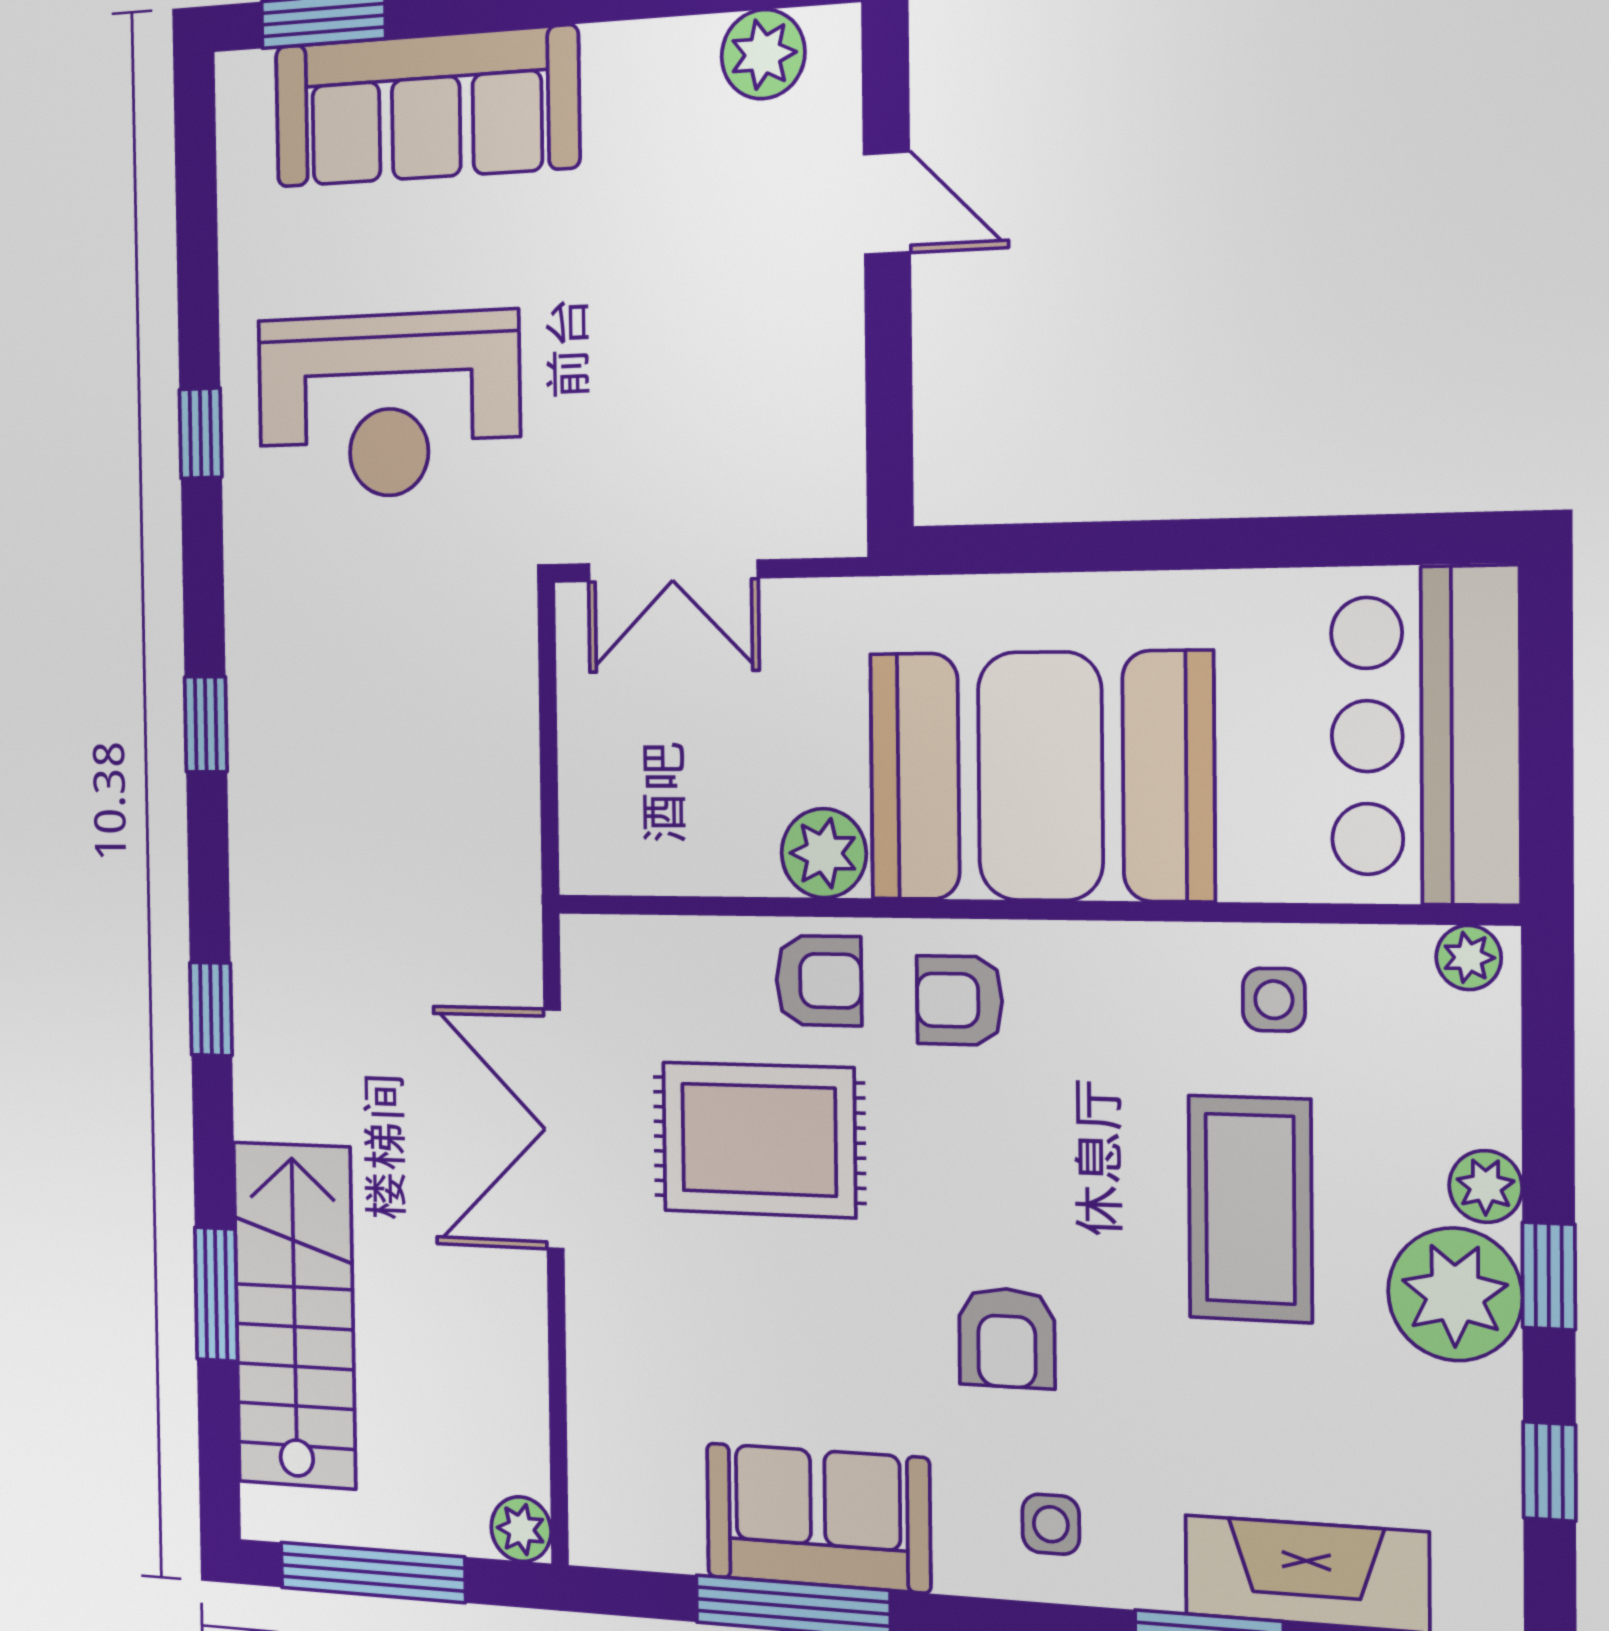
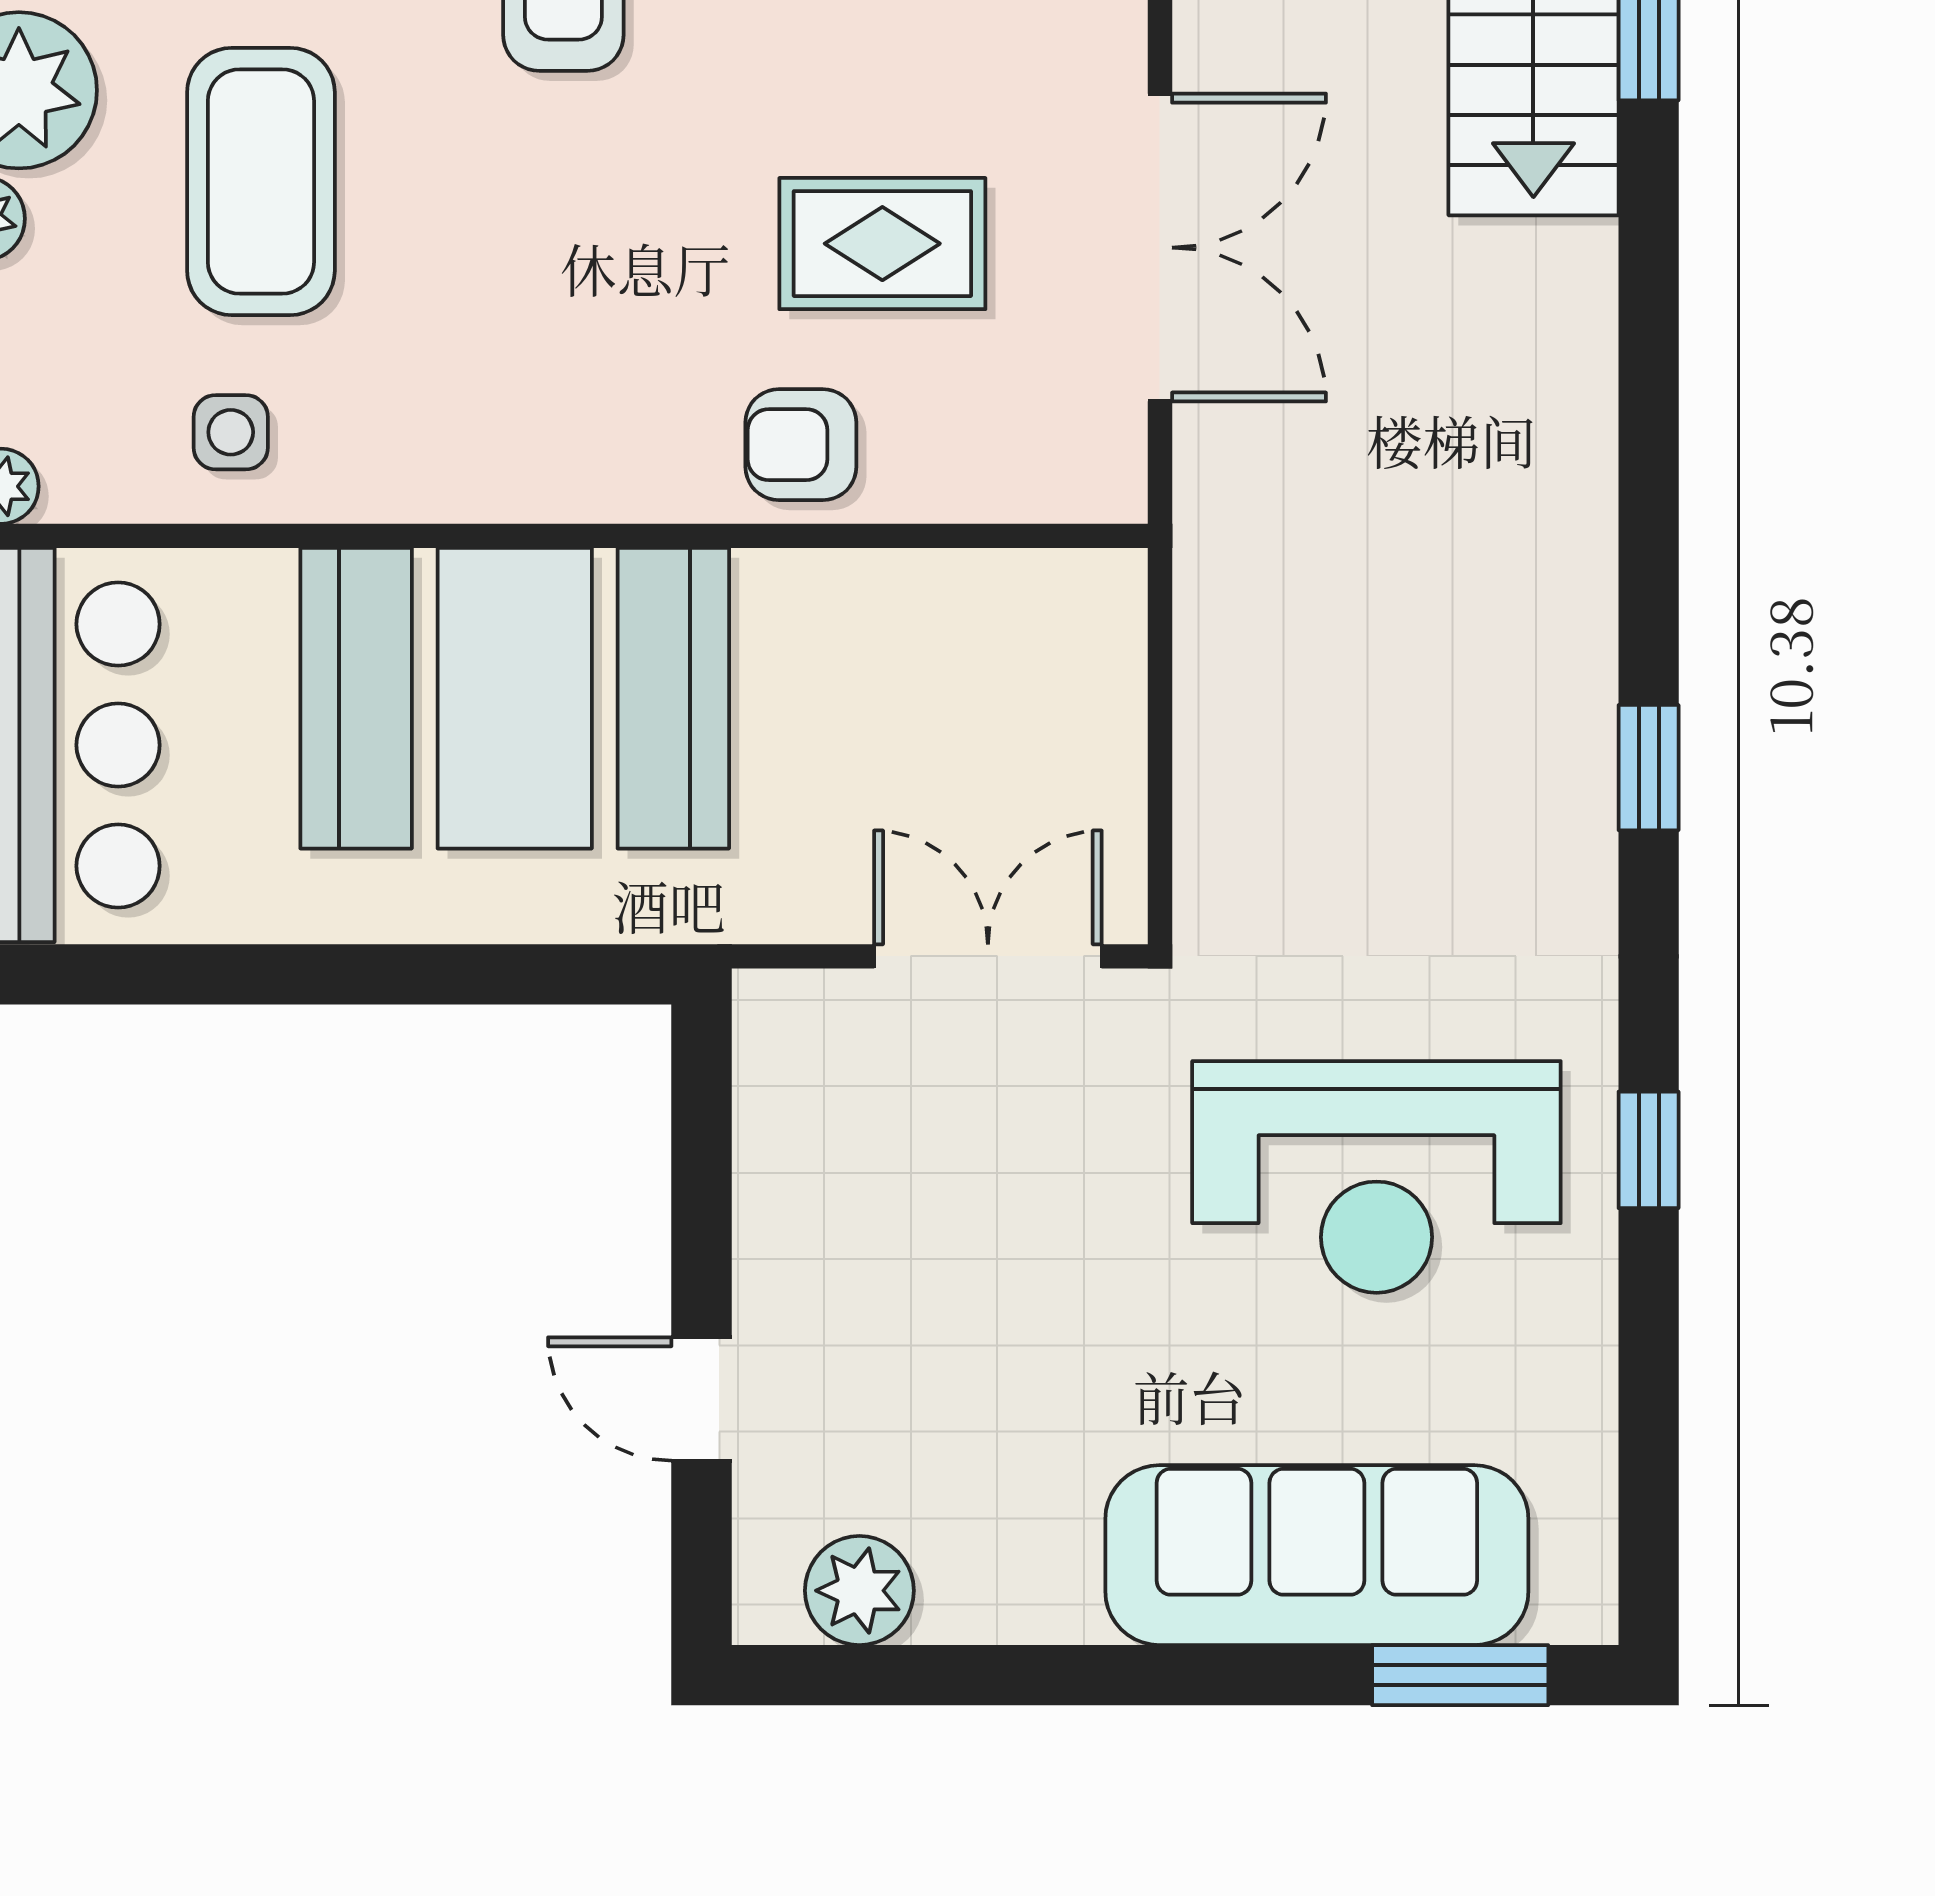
reception desk: (388, 405) -> (1376, 1177), turned 180
plant: (824, 853) -> (792, 603), removed
armchair: (960, 1000) -> (619, 424), removed
window: (211, 1009) -> (1649, 391), removed
rug: (759, 1140) -> (882, 244), width x0.73, depth x0.70

